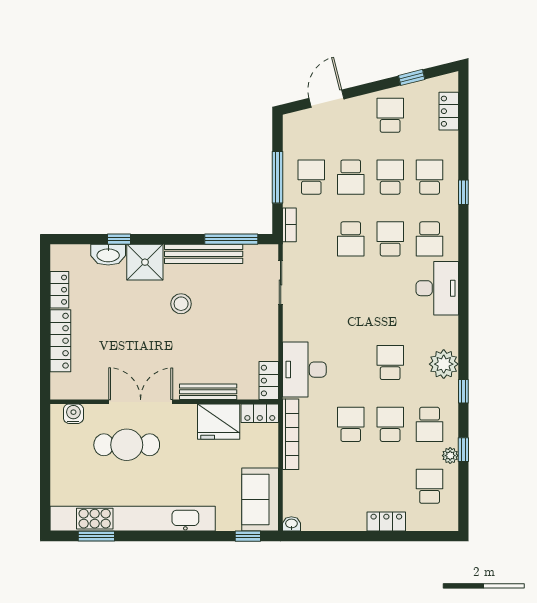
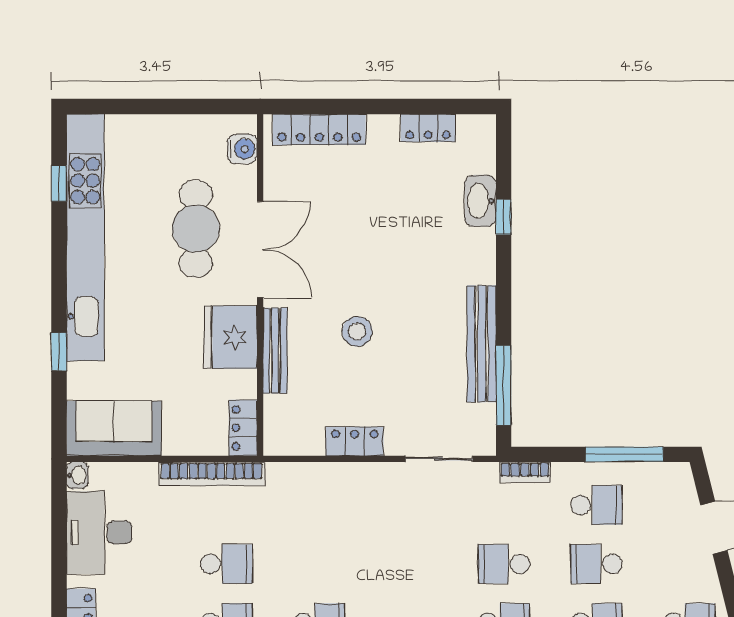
window: (277, 177) -> (624, 454), moved
shower: (145, 262) -> (469, 256), removed
stool: (181, 304) -> (357, 331), moved
locker: (60, 341) -> (319, 129), moved
desk: (304, 370) -> (99, 532), moved, turned -90
locker: (269, 381) -> (355, 441), moved
fridge: (219, 422) -> (231, 337), moved
window: (96, 536) -> (59, 183), width x0.67
window: (248, 536) -> (59, 352), moved

